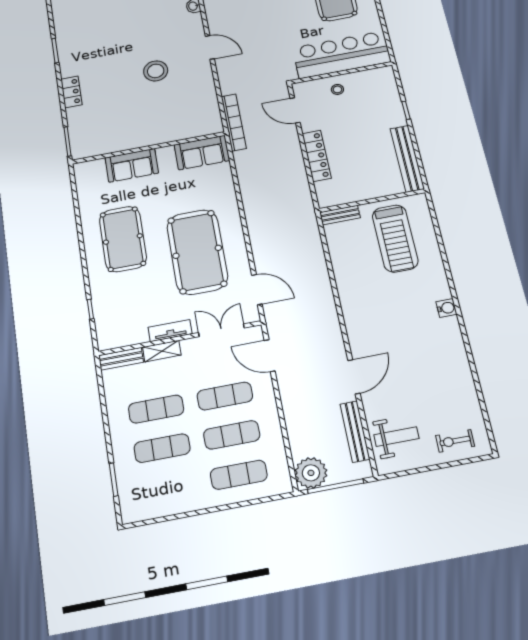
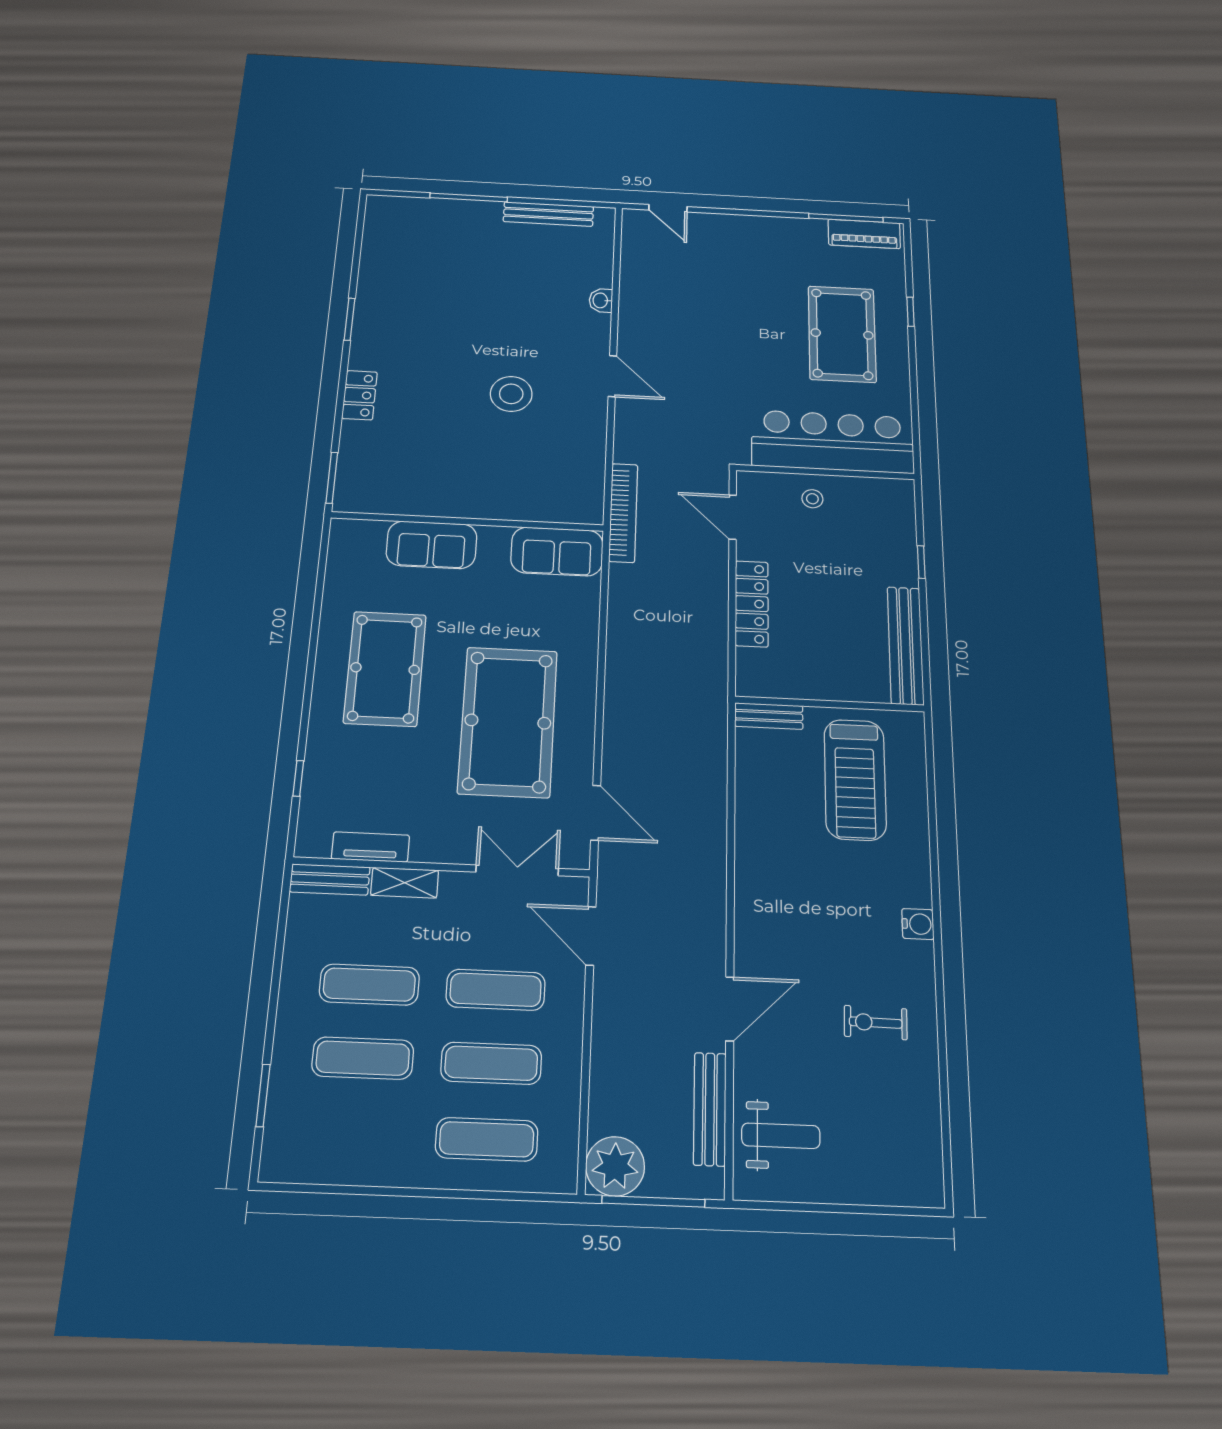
tv unit: (170, 331) -> (370, 847), moved
exercise bike: (455, 441) -> (876, 1023), moved

